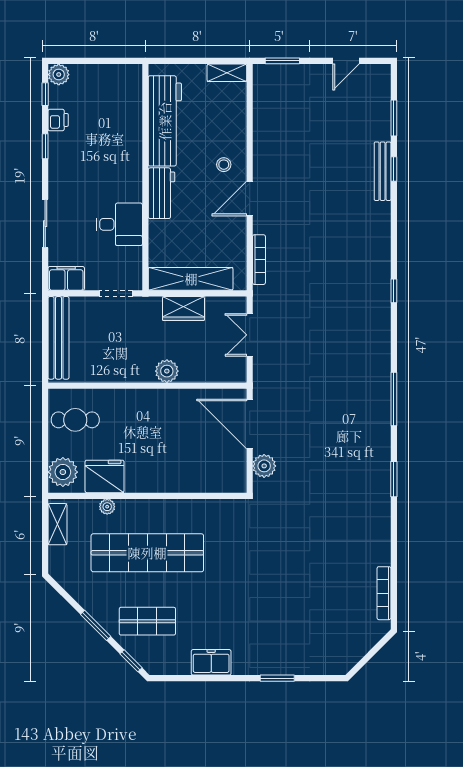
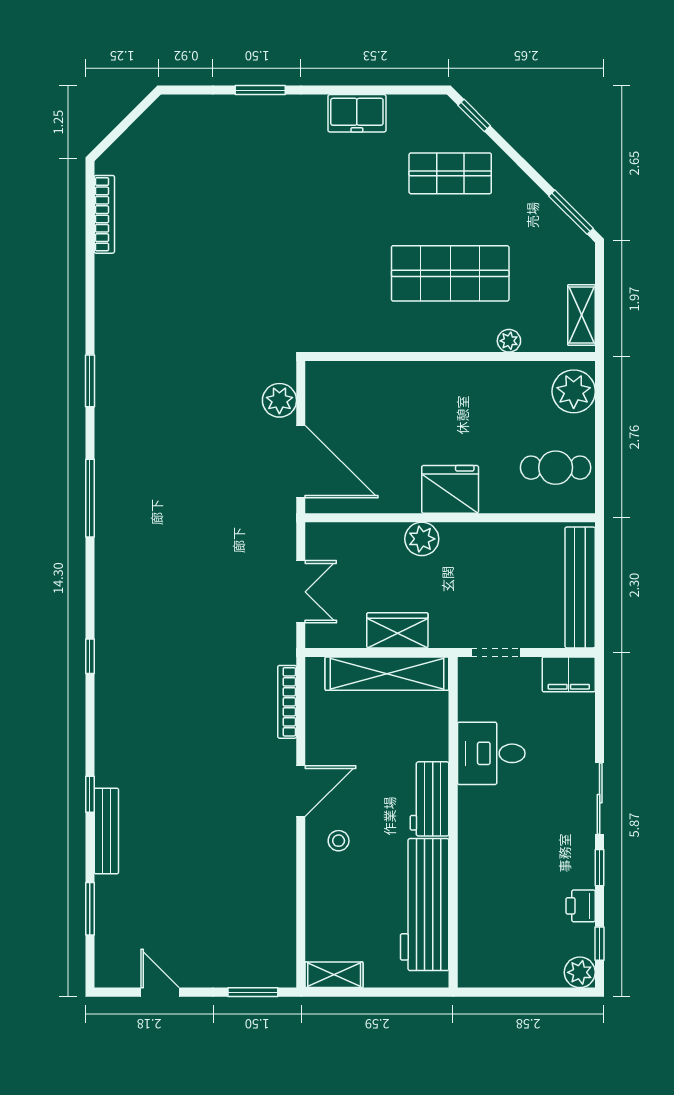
door: (346, 61) -> (160, 992), hinge flipped
window: (394, 169) -> (90, 794), moved
sliding door: (45, 224) -> (600, 799), moved
fridge: (105, 476) -> (450, 489), moved, turned 180
shop shelf: (147, 553) -> (450, 273), width x0.71
window: (96, 625) -> (571, 212), moved

